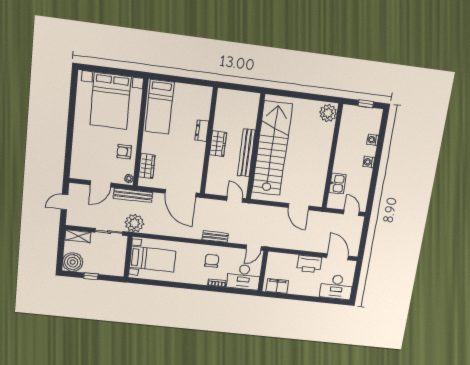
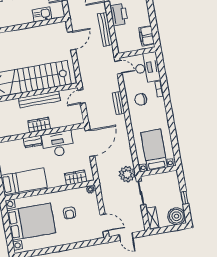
armchair: (124, 152) -> (69, 213), moved
desk: (190, 158) -> (58, 144), added
door: (101, 184) -> (104, 223), moved
bench: (133, 195) -> (105, 29), moved

